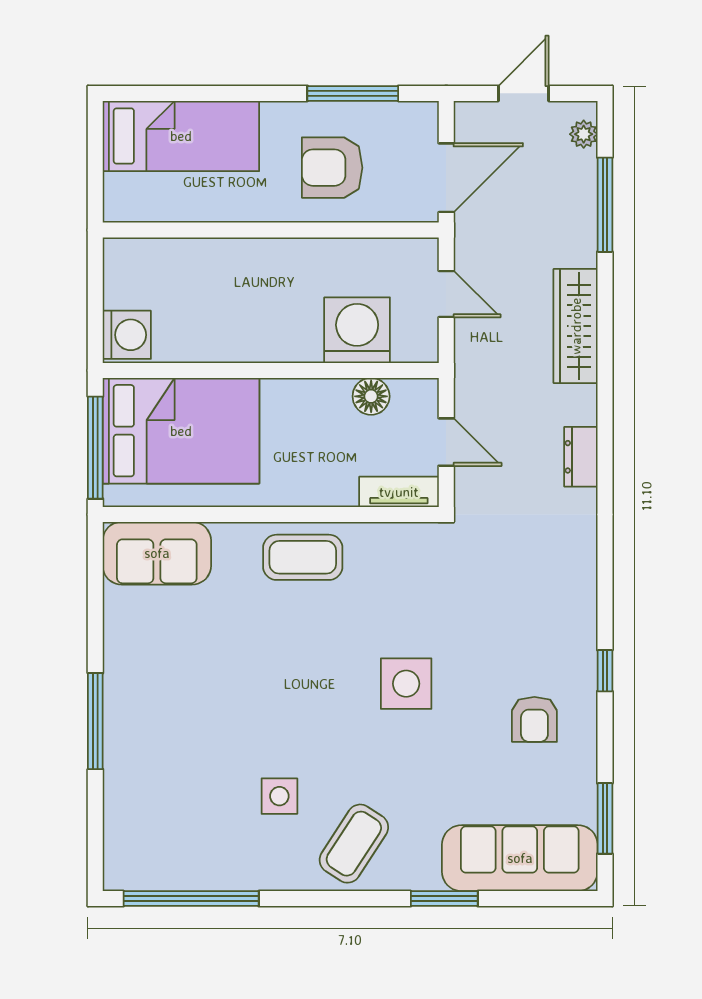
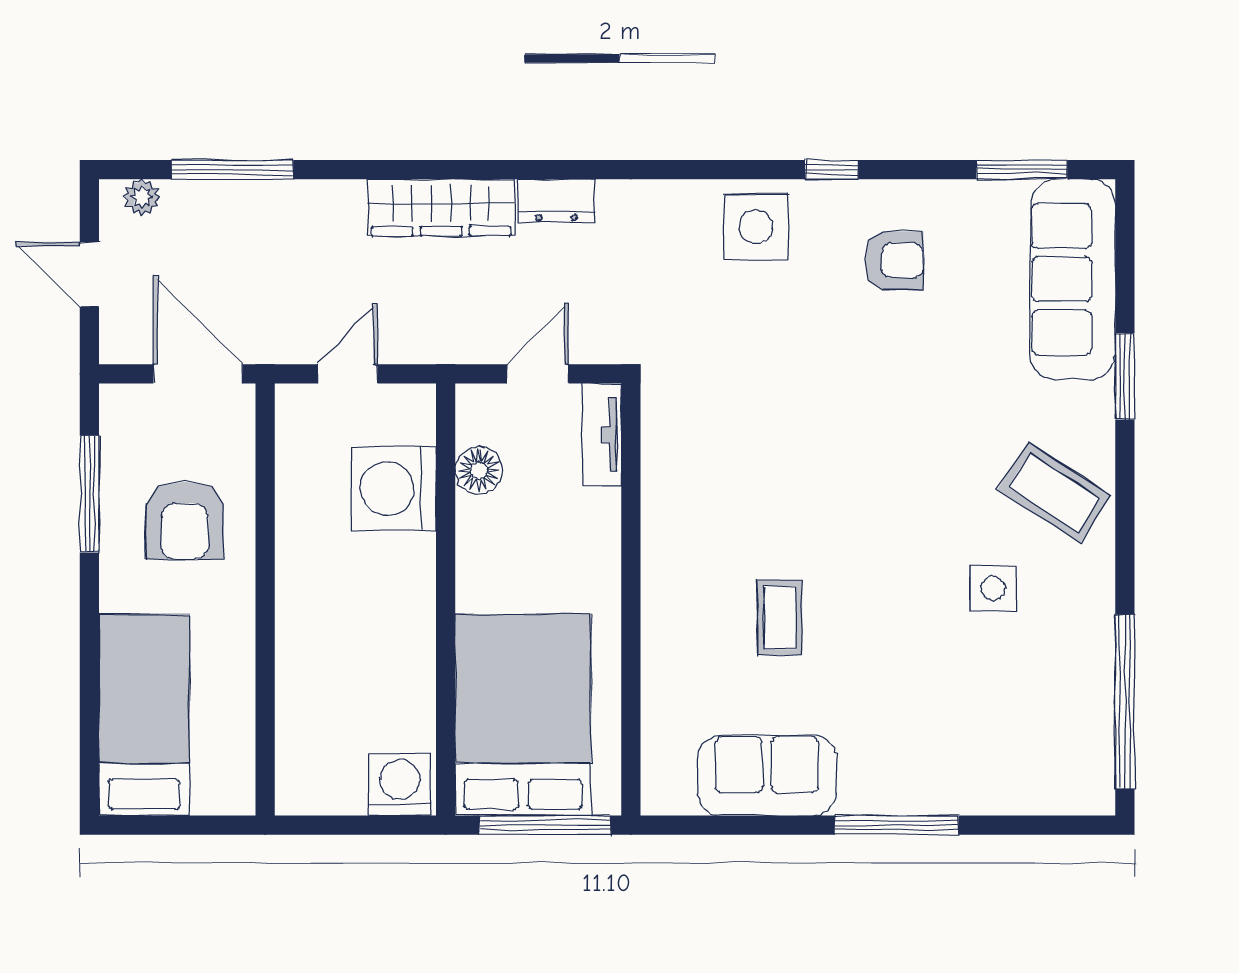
wardrobe: (576, 326) -> (441, 207), moved
sofa: (157, 553) -> (767, 775), moved, turned -90
coffee table: (303, 557) -> (780, 618), moved, width x0.73, depth x0.77
side table: (406, 684) -> (756, 227), moved

